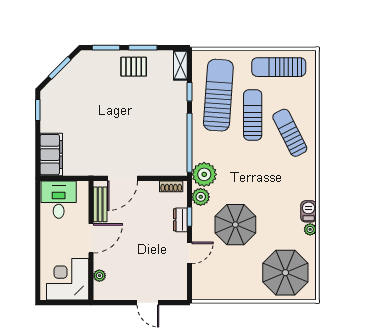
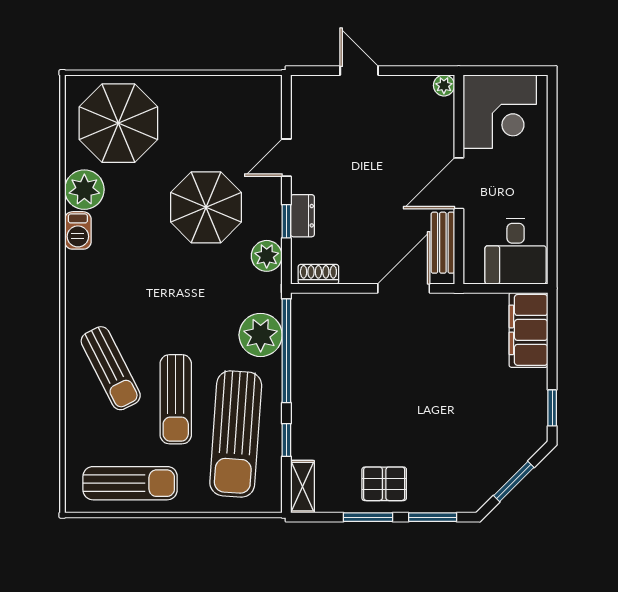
plant: (204, 174) -> (261, 335), moved
plant: (310, 229) -> (84, 190), width x1.88, depth x1.88
plant: (99, 276) -> (444, 85), moved

